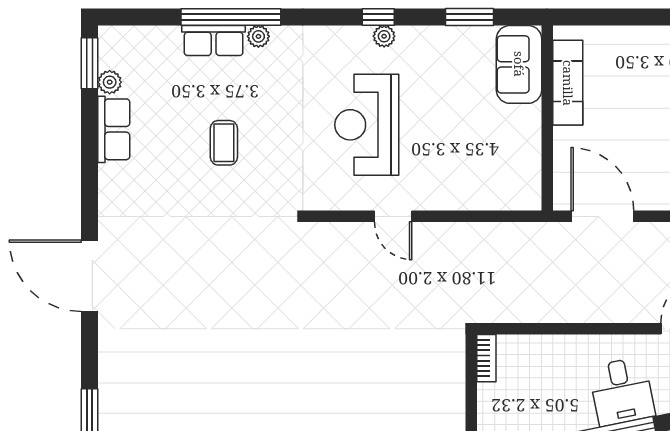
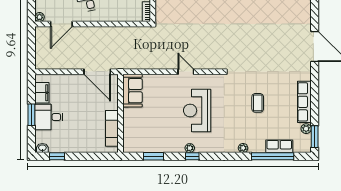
window: (231, 17) -> (273, 156), moved
row of seats: (214, 41) -> (279, 146), moved
sofa: (519, 64) -> (133, 91), moved
reception desk: (367, 125) -> (197, 110), turned 180
row of seats: (114, 129) -> (304, 102), width x1.48

